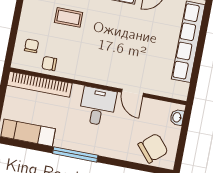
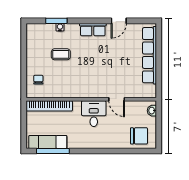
chair: (49, 64) -> (53, 90), removed
chair: (153, 148) -> (139, 136), turned 41
window: (75, 154) -> (53, 151), moved

